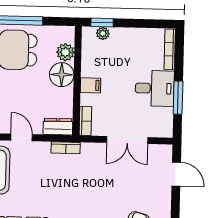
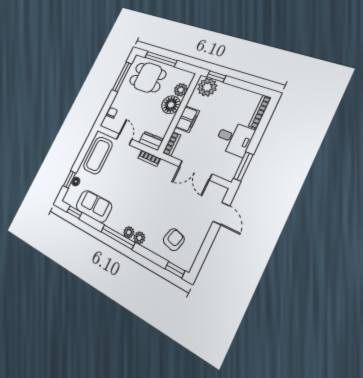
plant: (103, 33) -> (207, 87), width x1.87, depth x1.87
filing cabinet: (90, 85) -> (187, 119), width x2.00
window: (178, 98) -> (243, 166), moved

